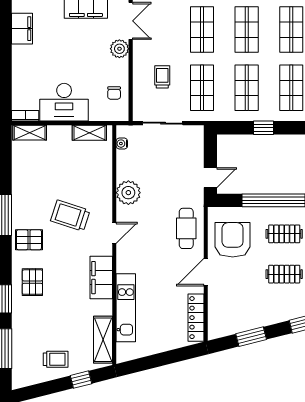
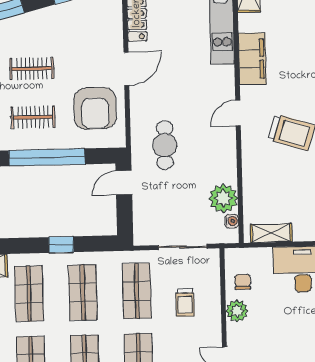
plant: (119, 49) -> (237, 311), moved
plant: (128, 193) -> (223, 198), moved
cafe table: (186, 228) -> (165, 145), moved

